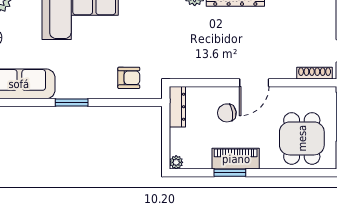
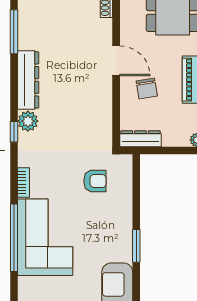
armchair: (129, 78) -> (95, 181), moved, turned 90

